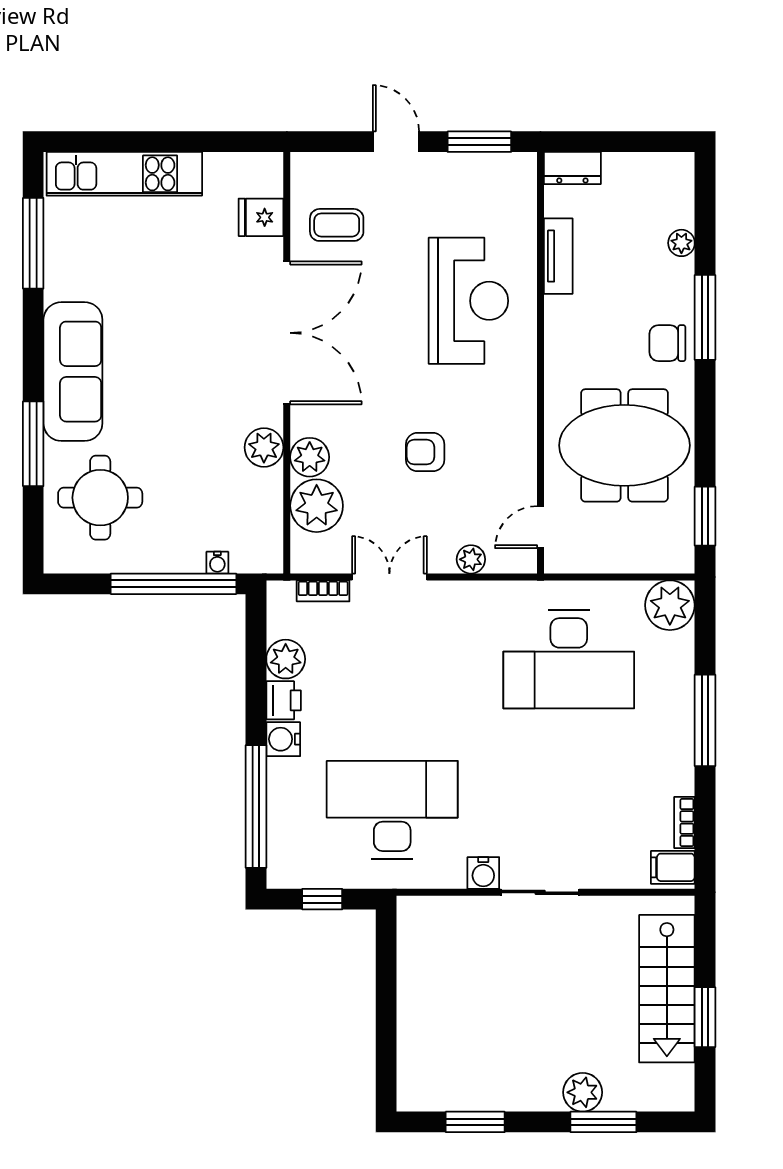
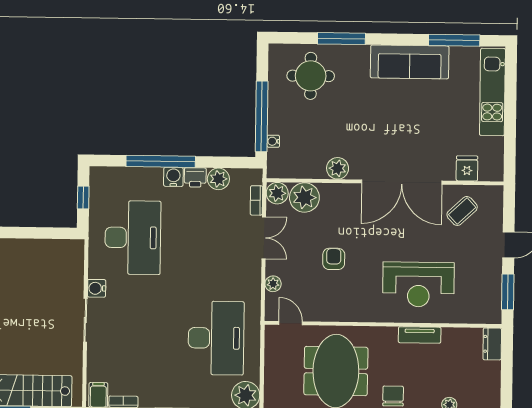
coffee table: (337, 225) -> (462, 211), turned 47
tv unit: (558, 256) -> (420, 335), moved
sofa: (73, 372) -> (410, 62), moved
plant: (310, 457) -> (277, 193), moved
desk: (569, 659) -> (216, 338), turned 180
window: (256, 806) -> (161, 161), moved

